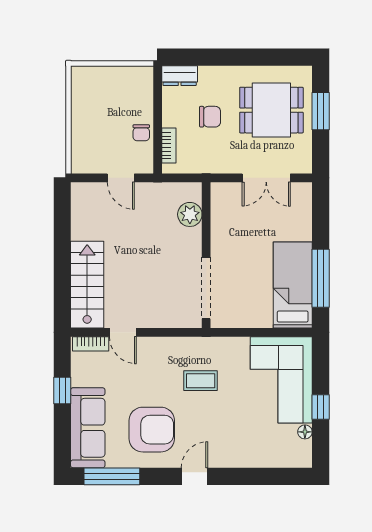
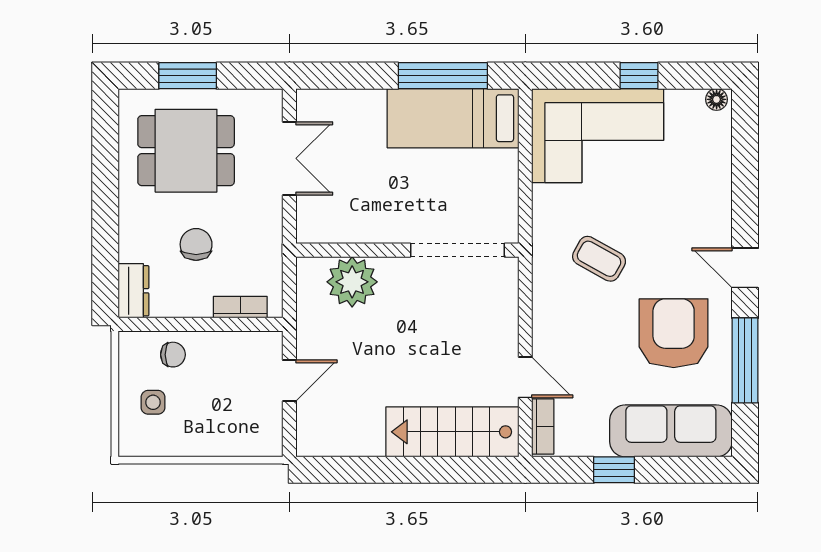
side table: (106, 88) -> (153, 402), added
dining table: (271, 110) -> (186, 151), turned 90
chair: (141, 133) -> (173, 355), moved
plant: (190, 214) -> (352, 282), width x1.36, depth x1.36
door: (123, 332) -> (525, 377), hinge flipped
coffee table: (201, 381) -> (599, 259), turned -61
floor lamp: (305, 432) -> (717, 99), moved
window: (112, 476) -> (745, 360), moved

